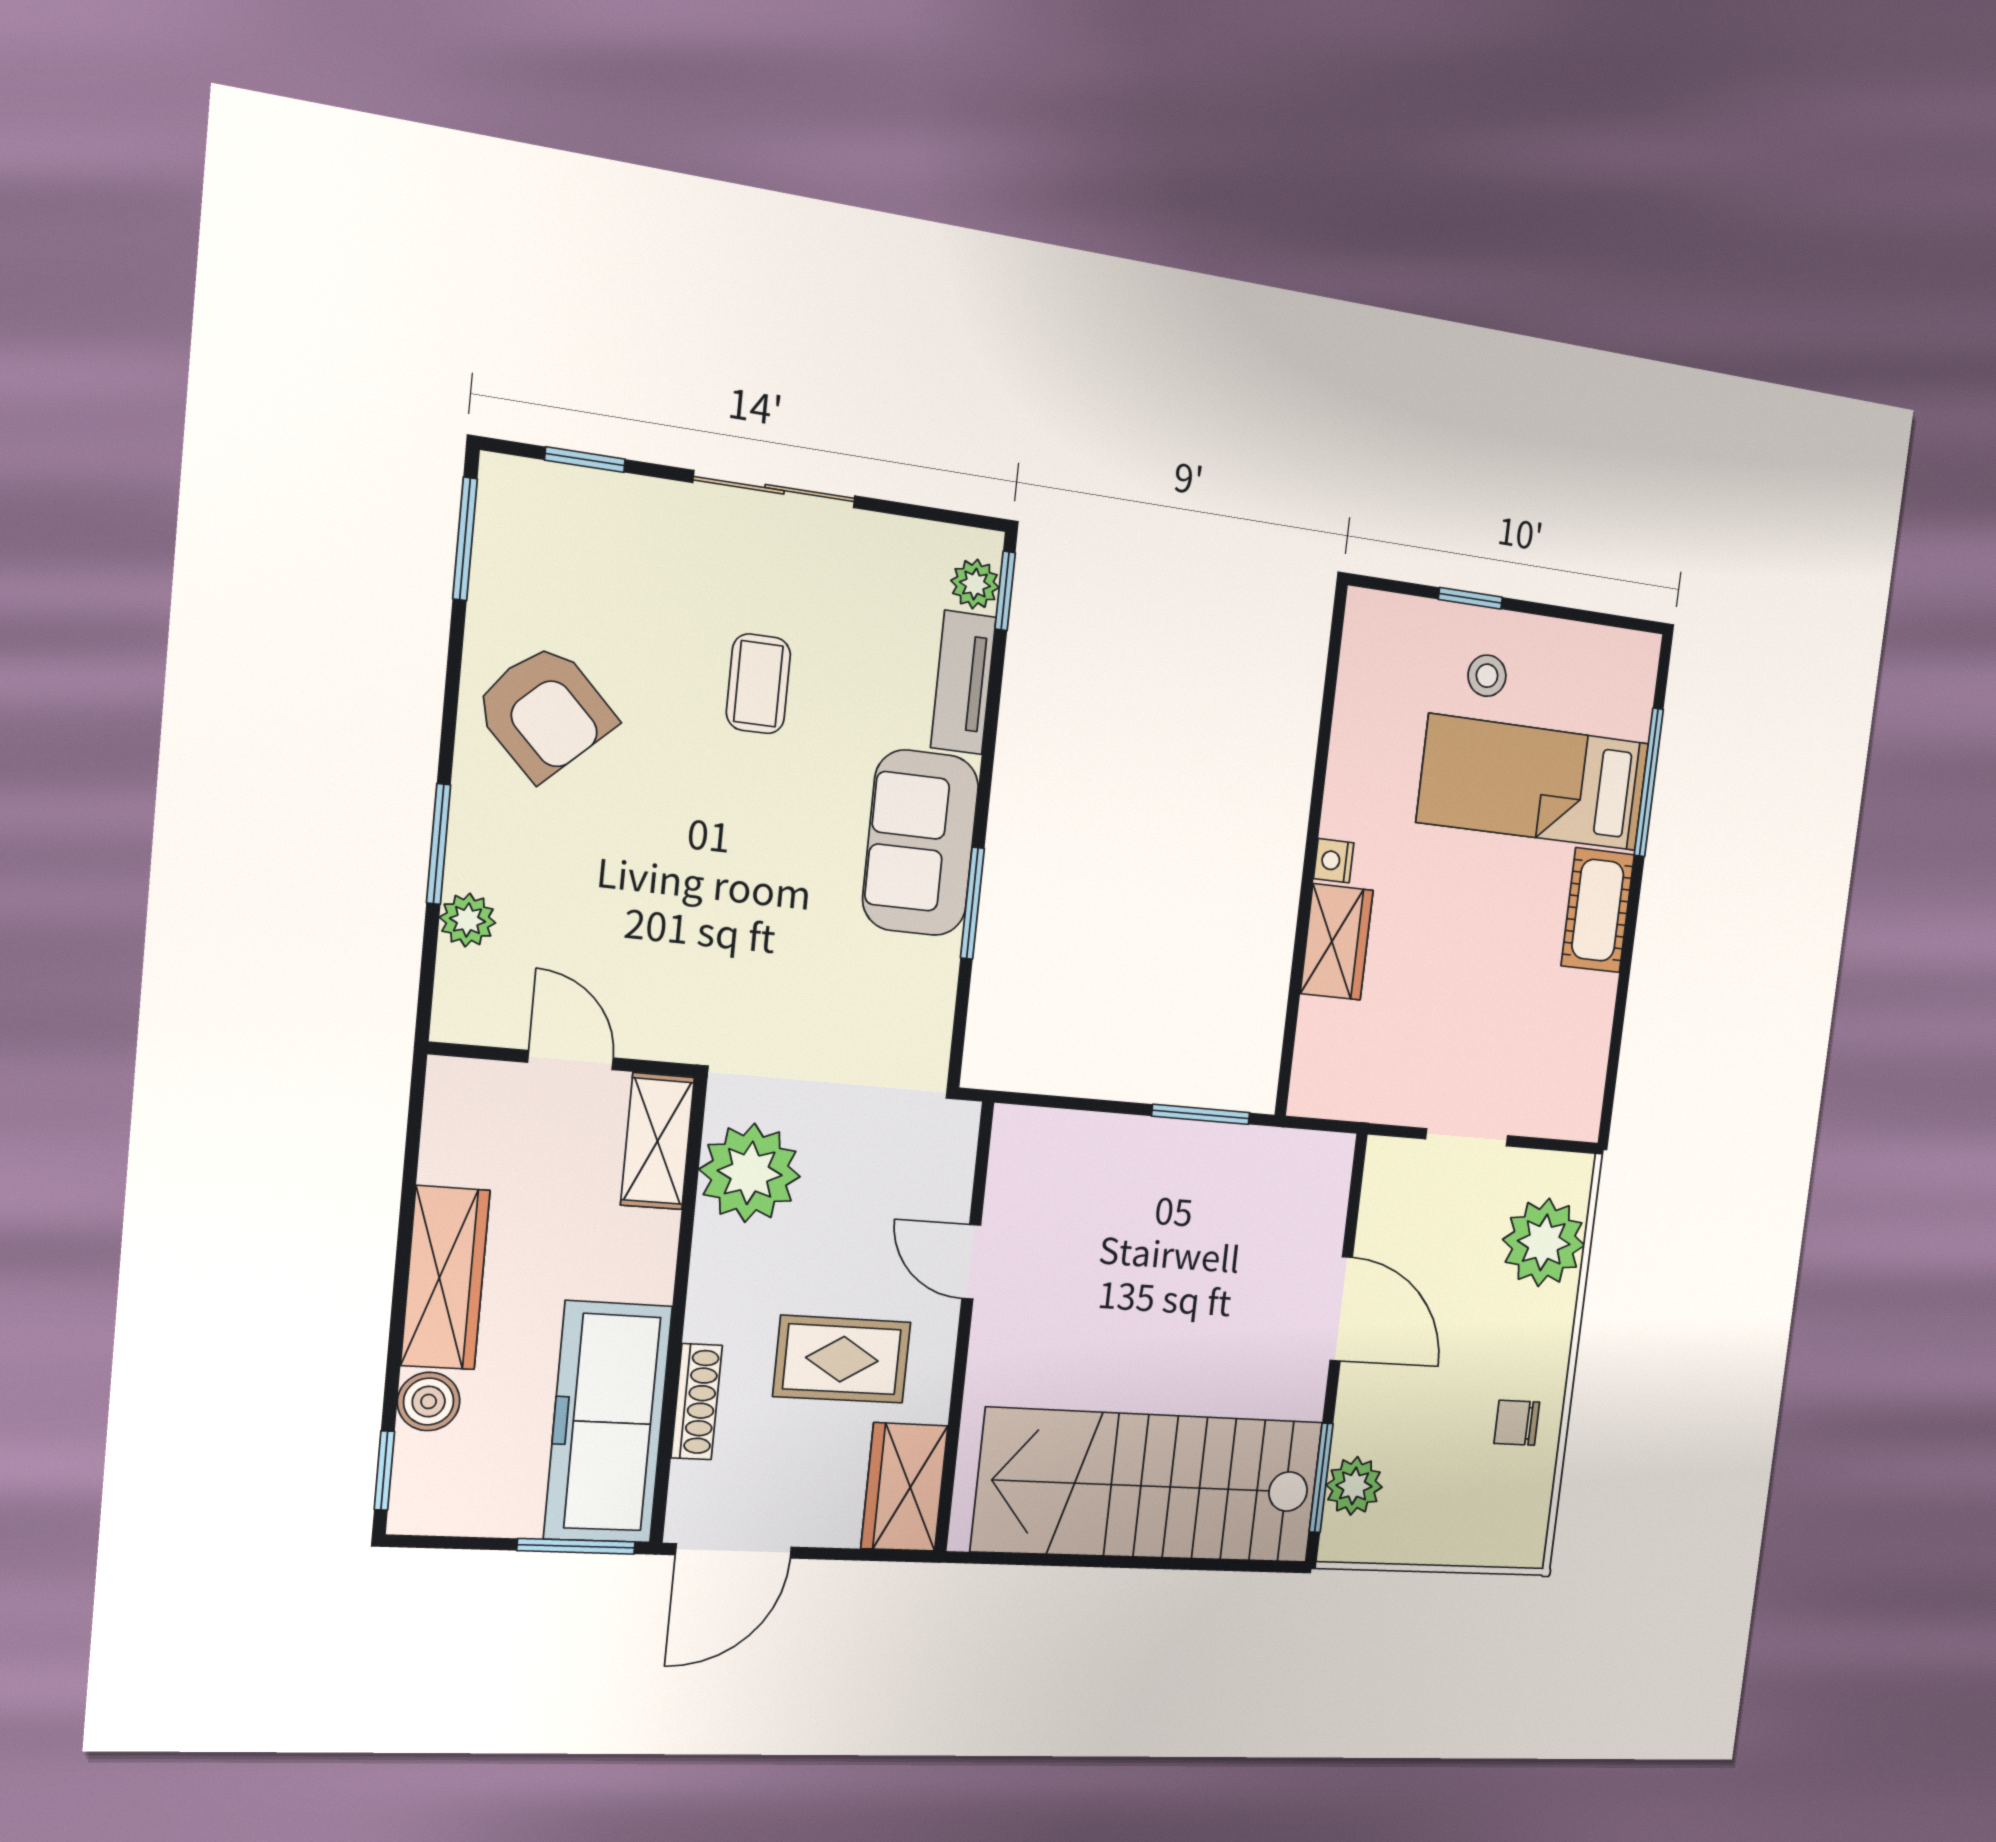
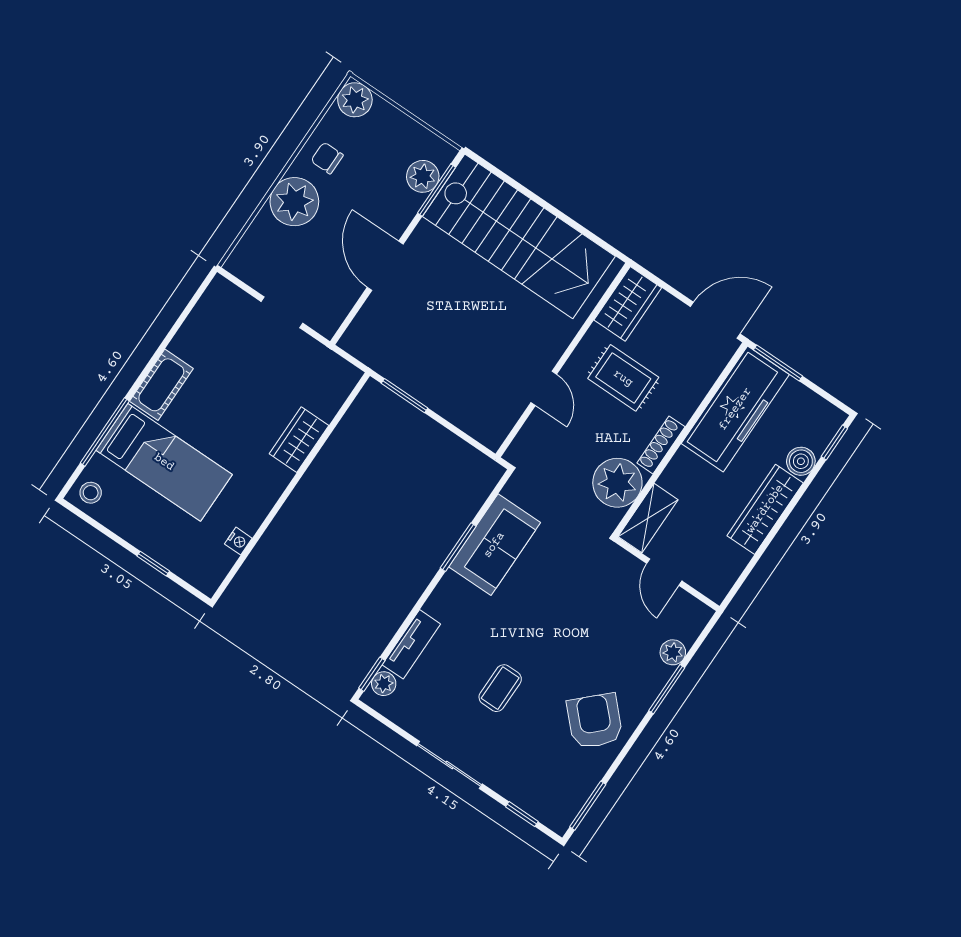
stool: (1487, 676) -> (91, 493), moved
sofa: (921, 843) -> (494, 545), moved
nightstand: (1334, 861) -> (238, 541), moved
plant: (1544, 1242) -> (294, 202), moved
shoe rack: (697, 1402) -> (661, 445), moved
chair: (1517, 1423) -> (327, 158), turned 180
plant: (1519, 1538) -> (355, 100), added

